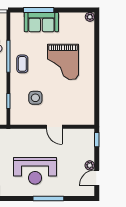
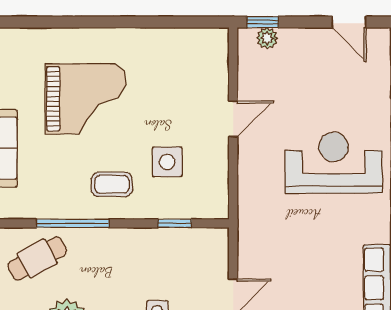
coffee table: (22, 64) -> (112, 184), moved
plant: (90, 165) -> (267, 38), moved
reception desk: (35, 171) -> (334, 163), turned -90

